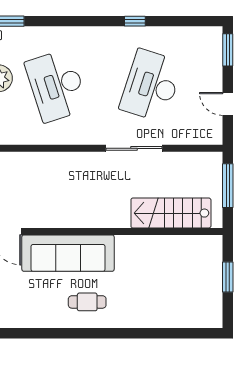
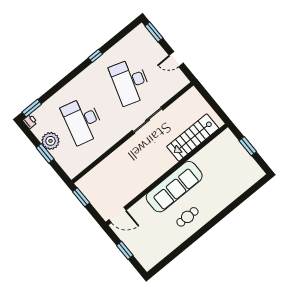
desk: (57, 86) -> (83, 121), turned 33
window: (228, 186) -> (210, 100), removed
sofa: (68, 253) -> (174, 187), moved

